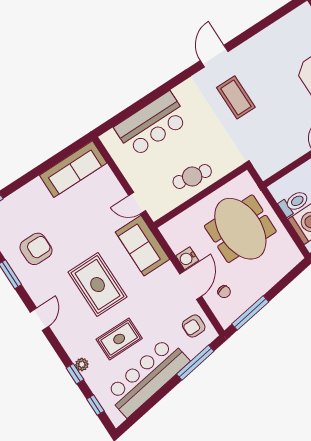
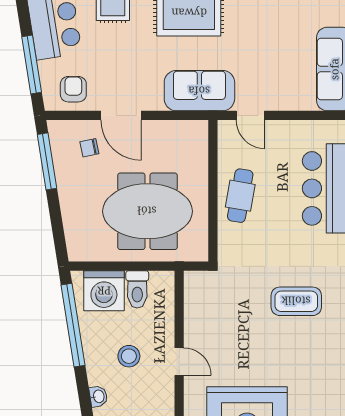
door: (137, 203) -> (250, 115), swing flipped
water cooler: (187, 258) -> (153, 131), removed

